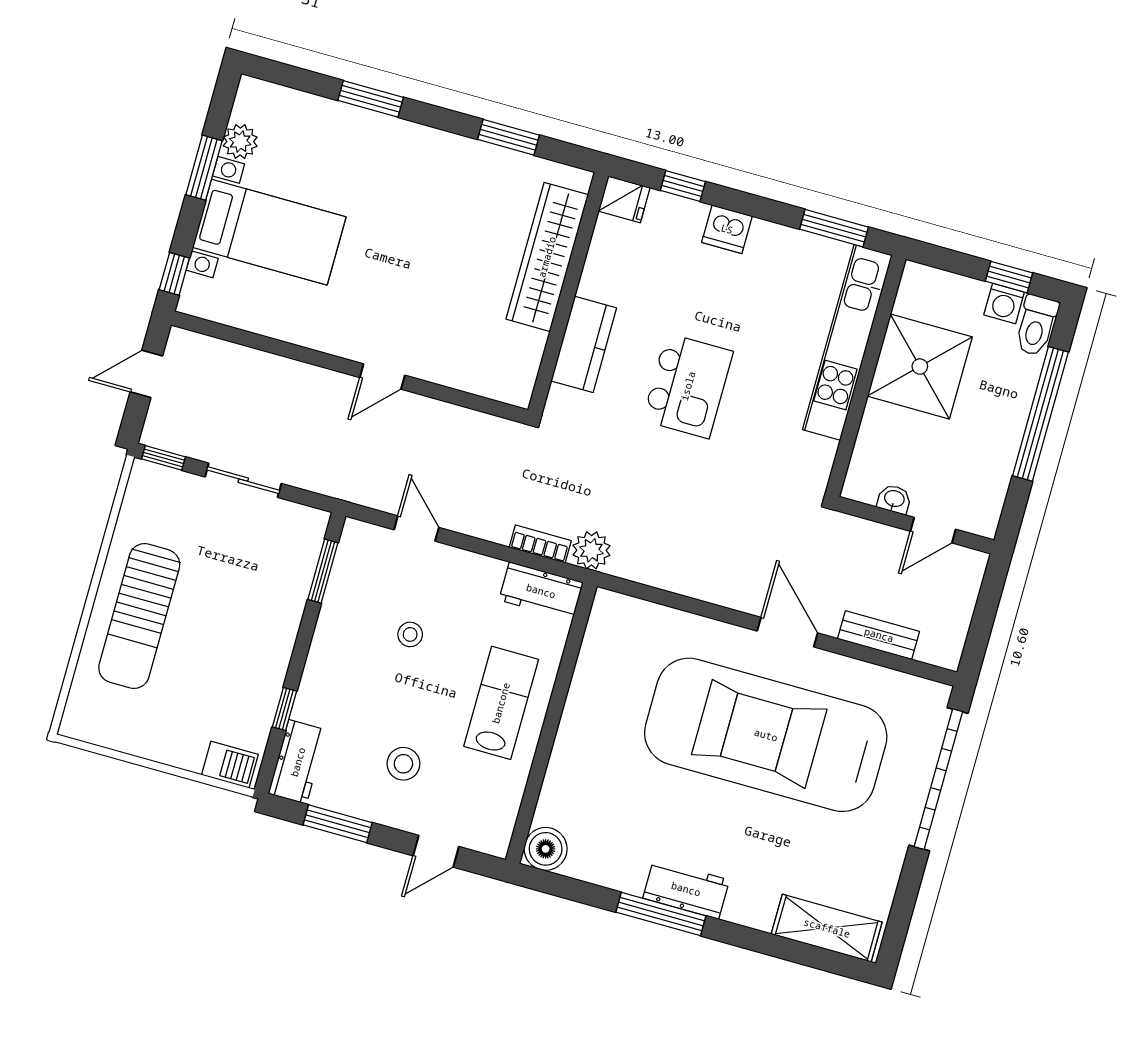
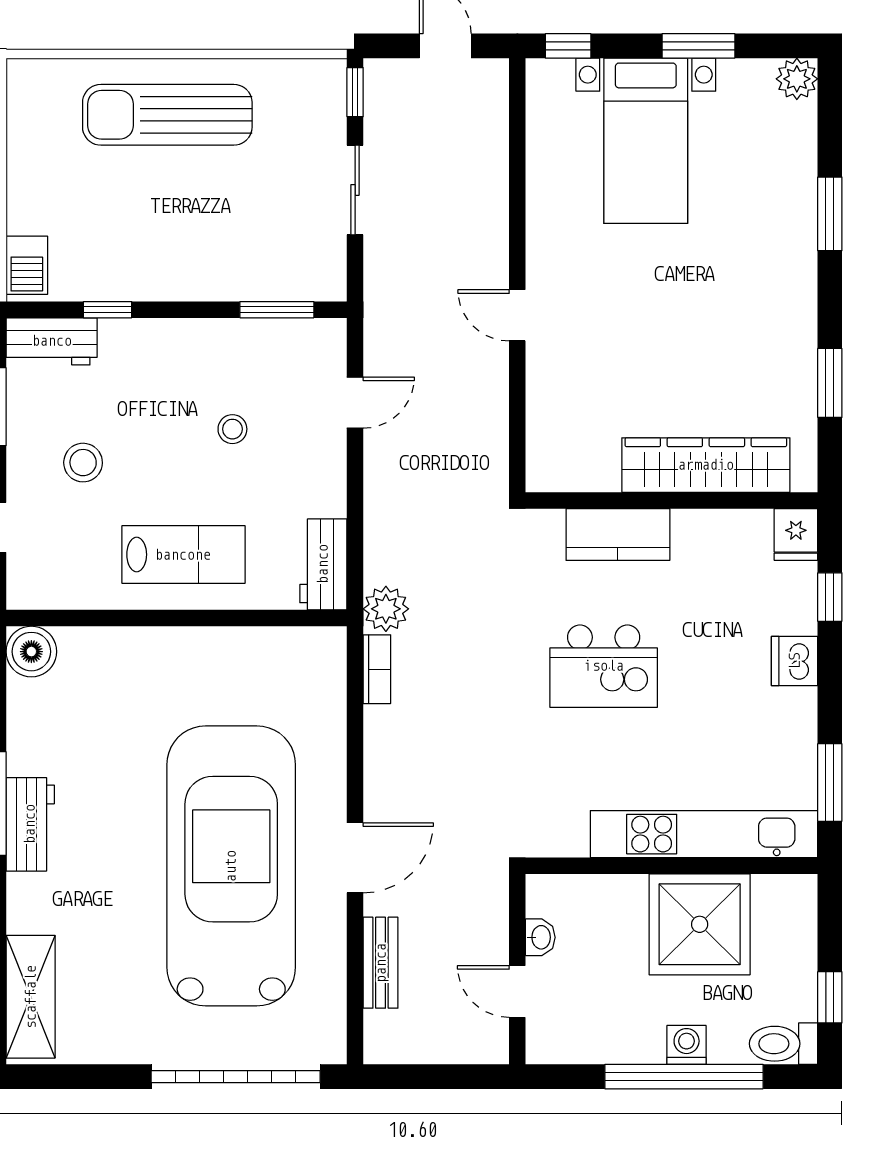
plant: (240, 142) -> (797, 79), moved
washing machine: (1004, 303) -> (687, 1045), moved, turned 90
bookcase: (540, 544) -> (377, 669), moved

